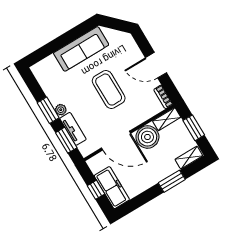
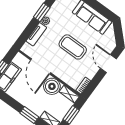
door: (156, 65) -> (108, 64), moved
coffee table: (109, 90) -> (73, 47), turned 90
window: (66, 140) -> (27, 33), removed

